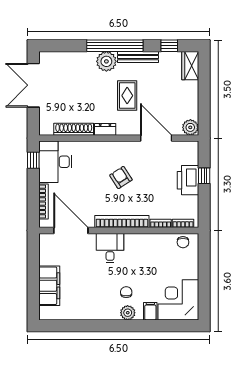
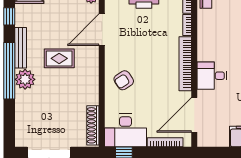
shoe rack: (74, 129) -> (93, 125), moved
dresser: (105, 129) -> (93, 81), removed
armchair: (121, 177) -> (124, 80), moved

